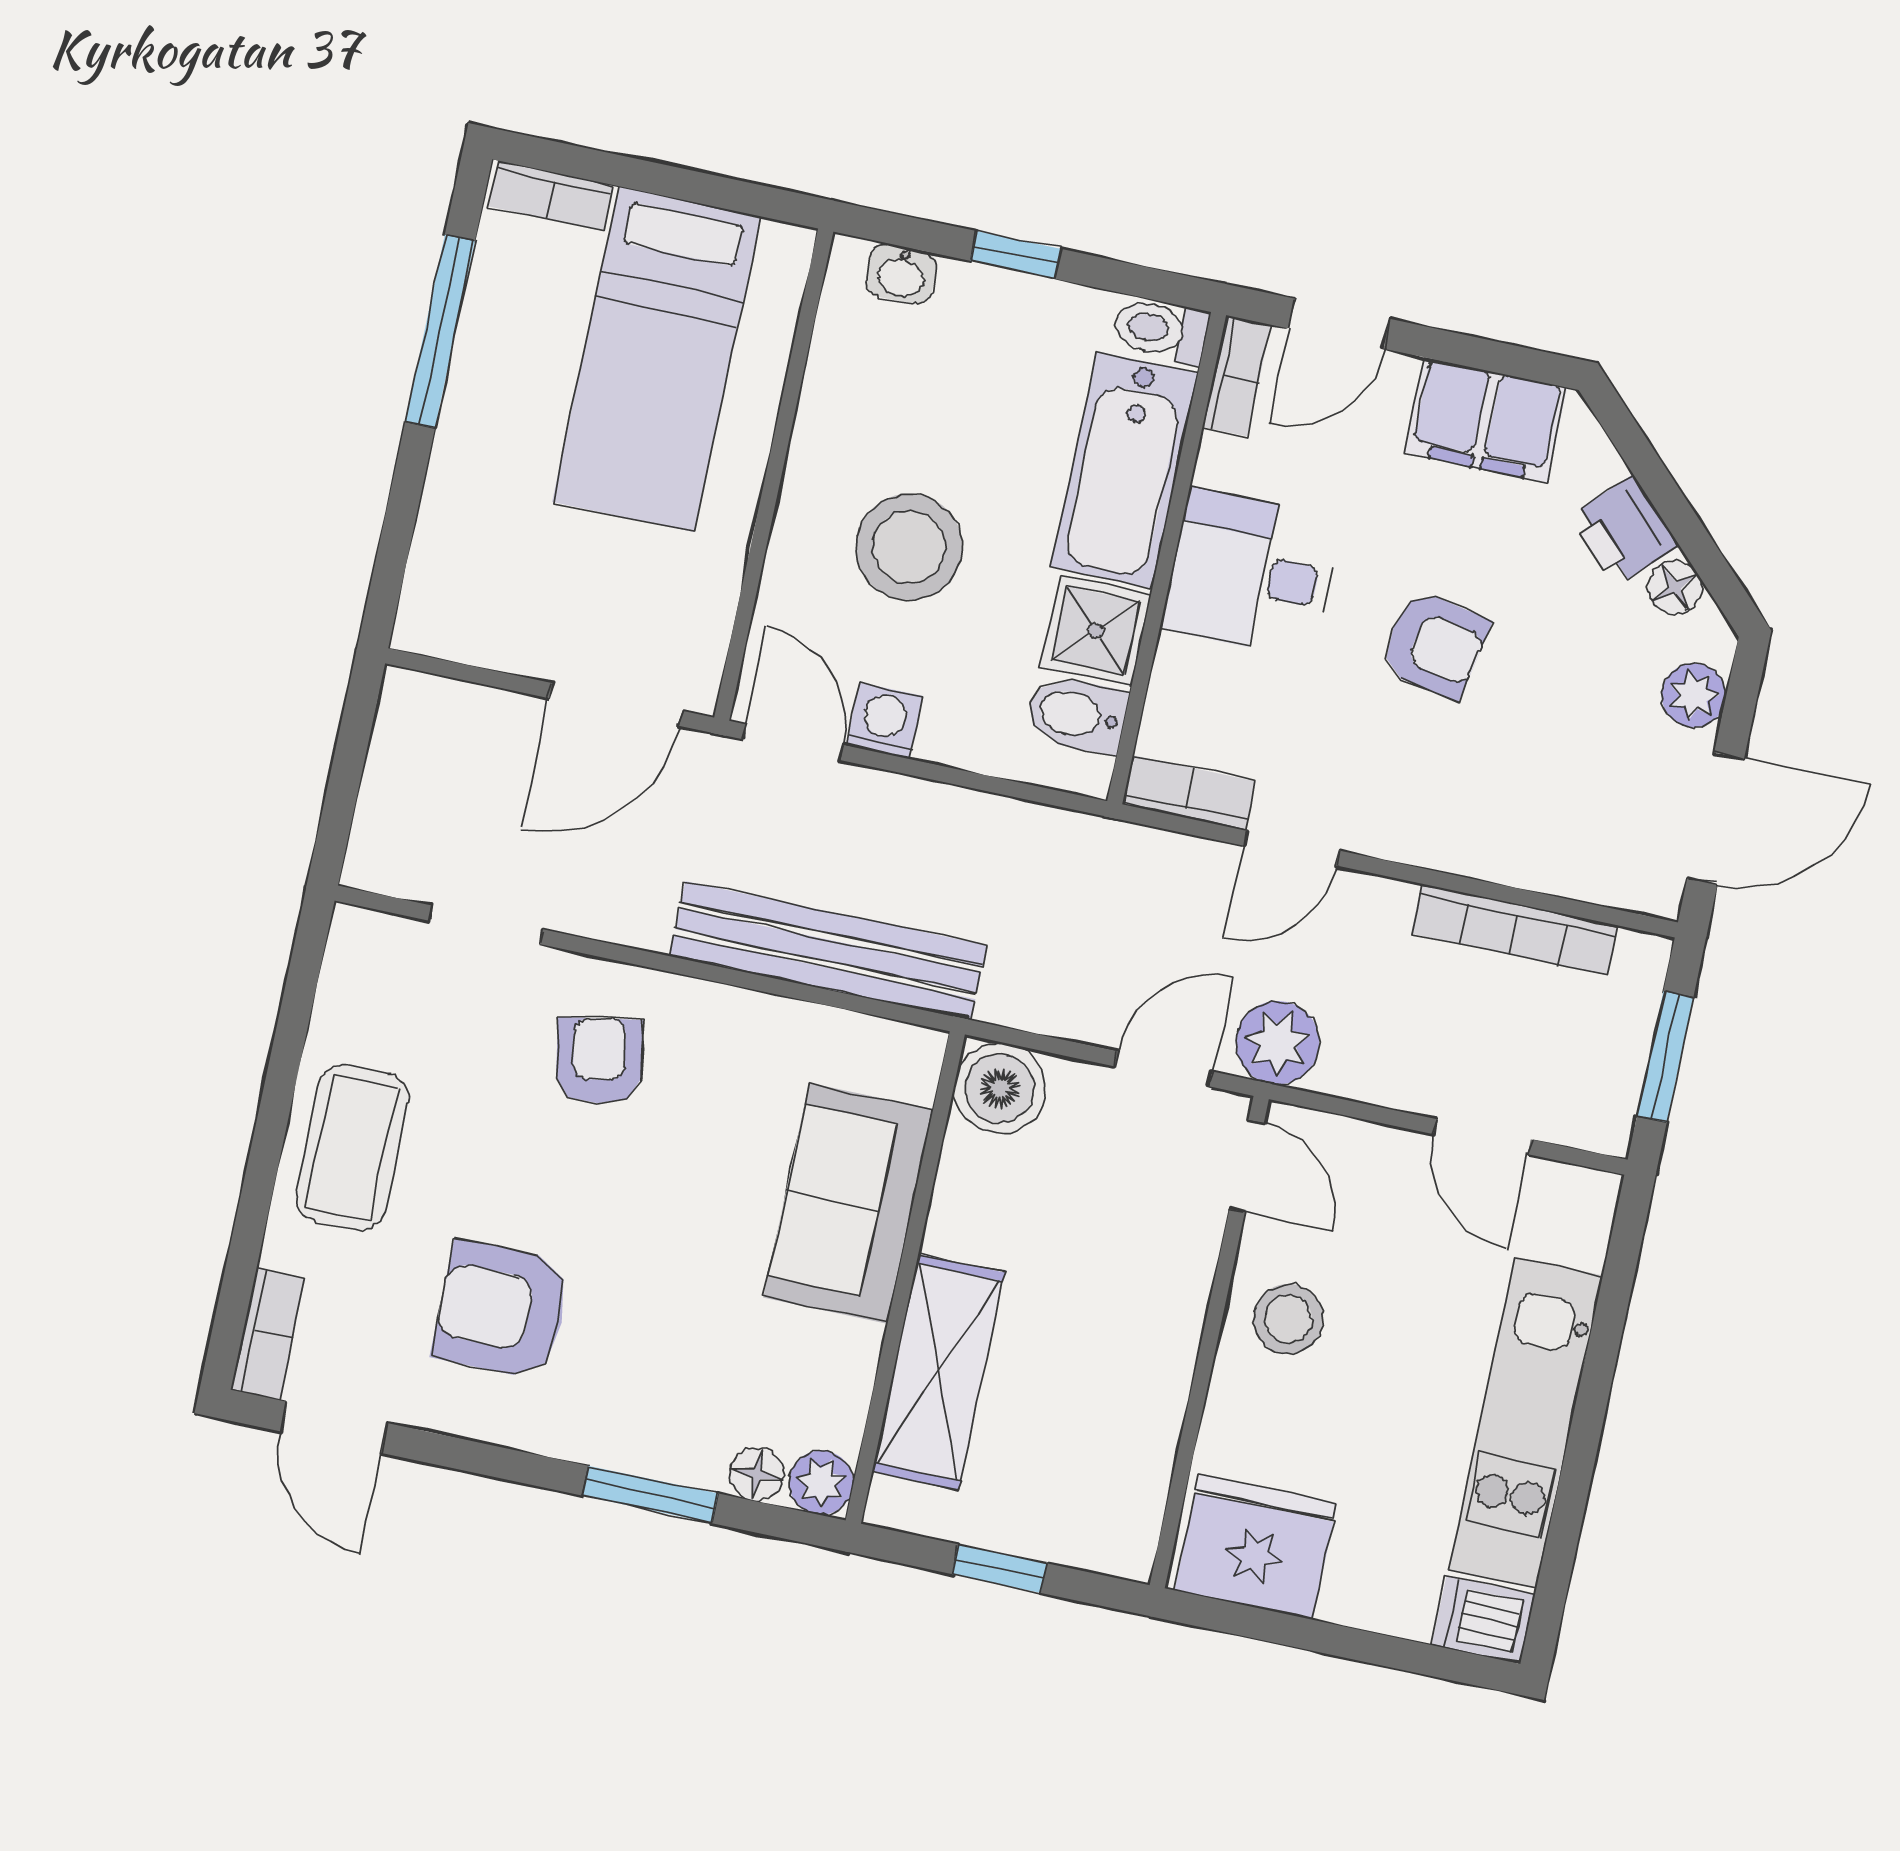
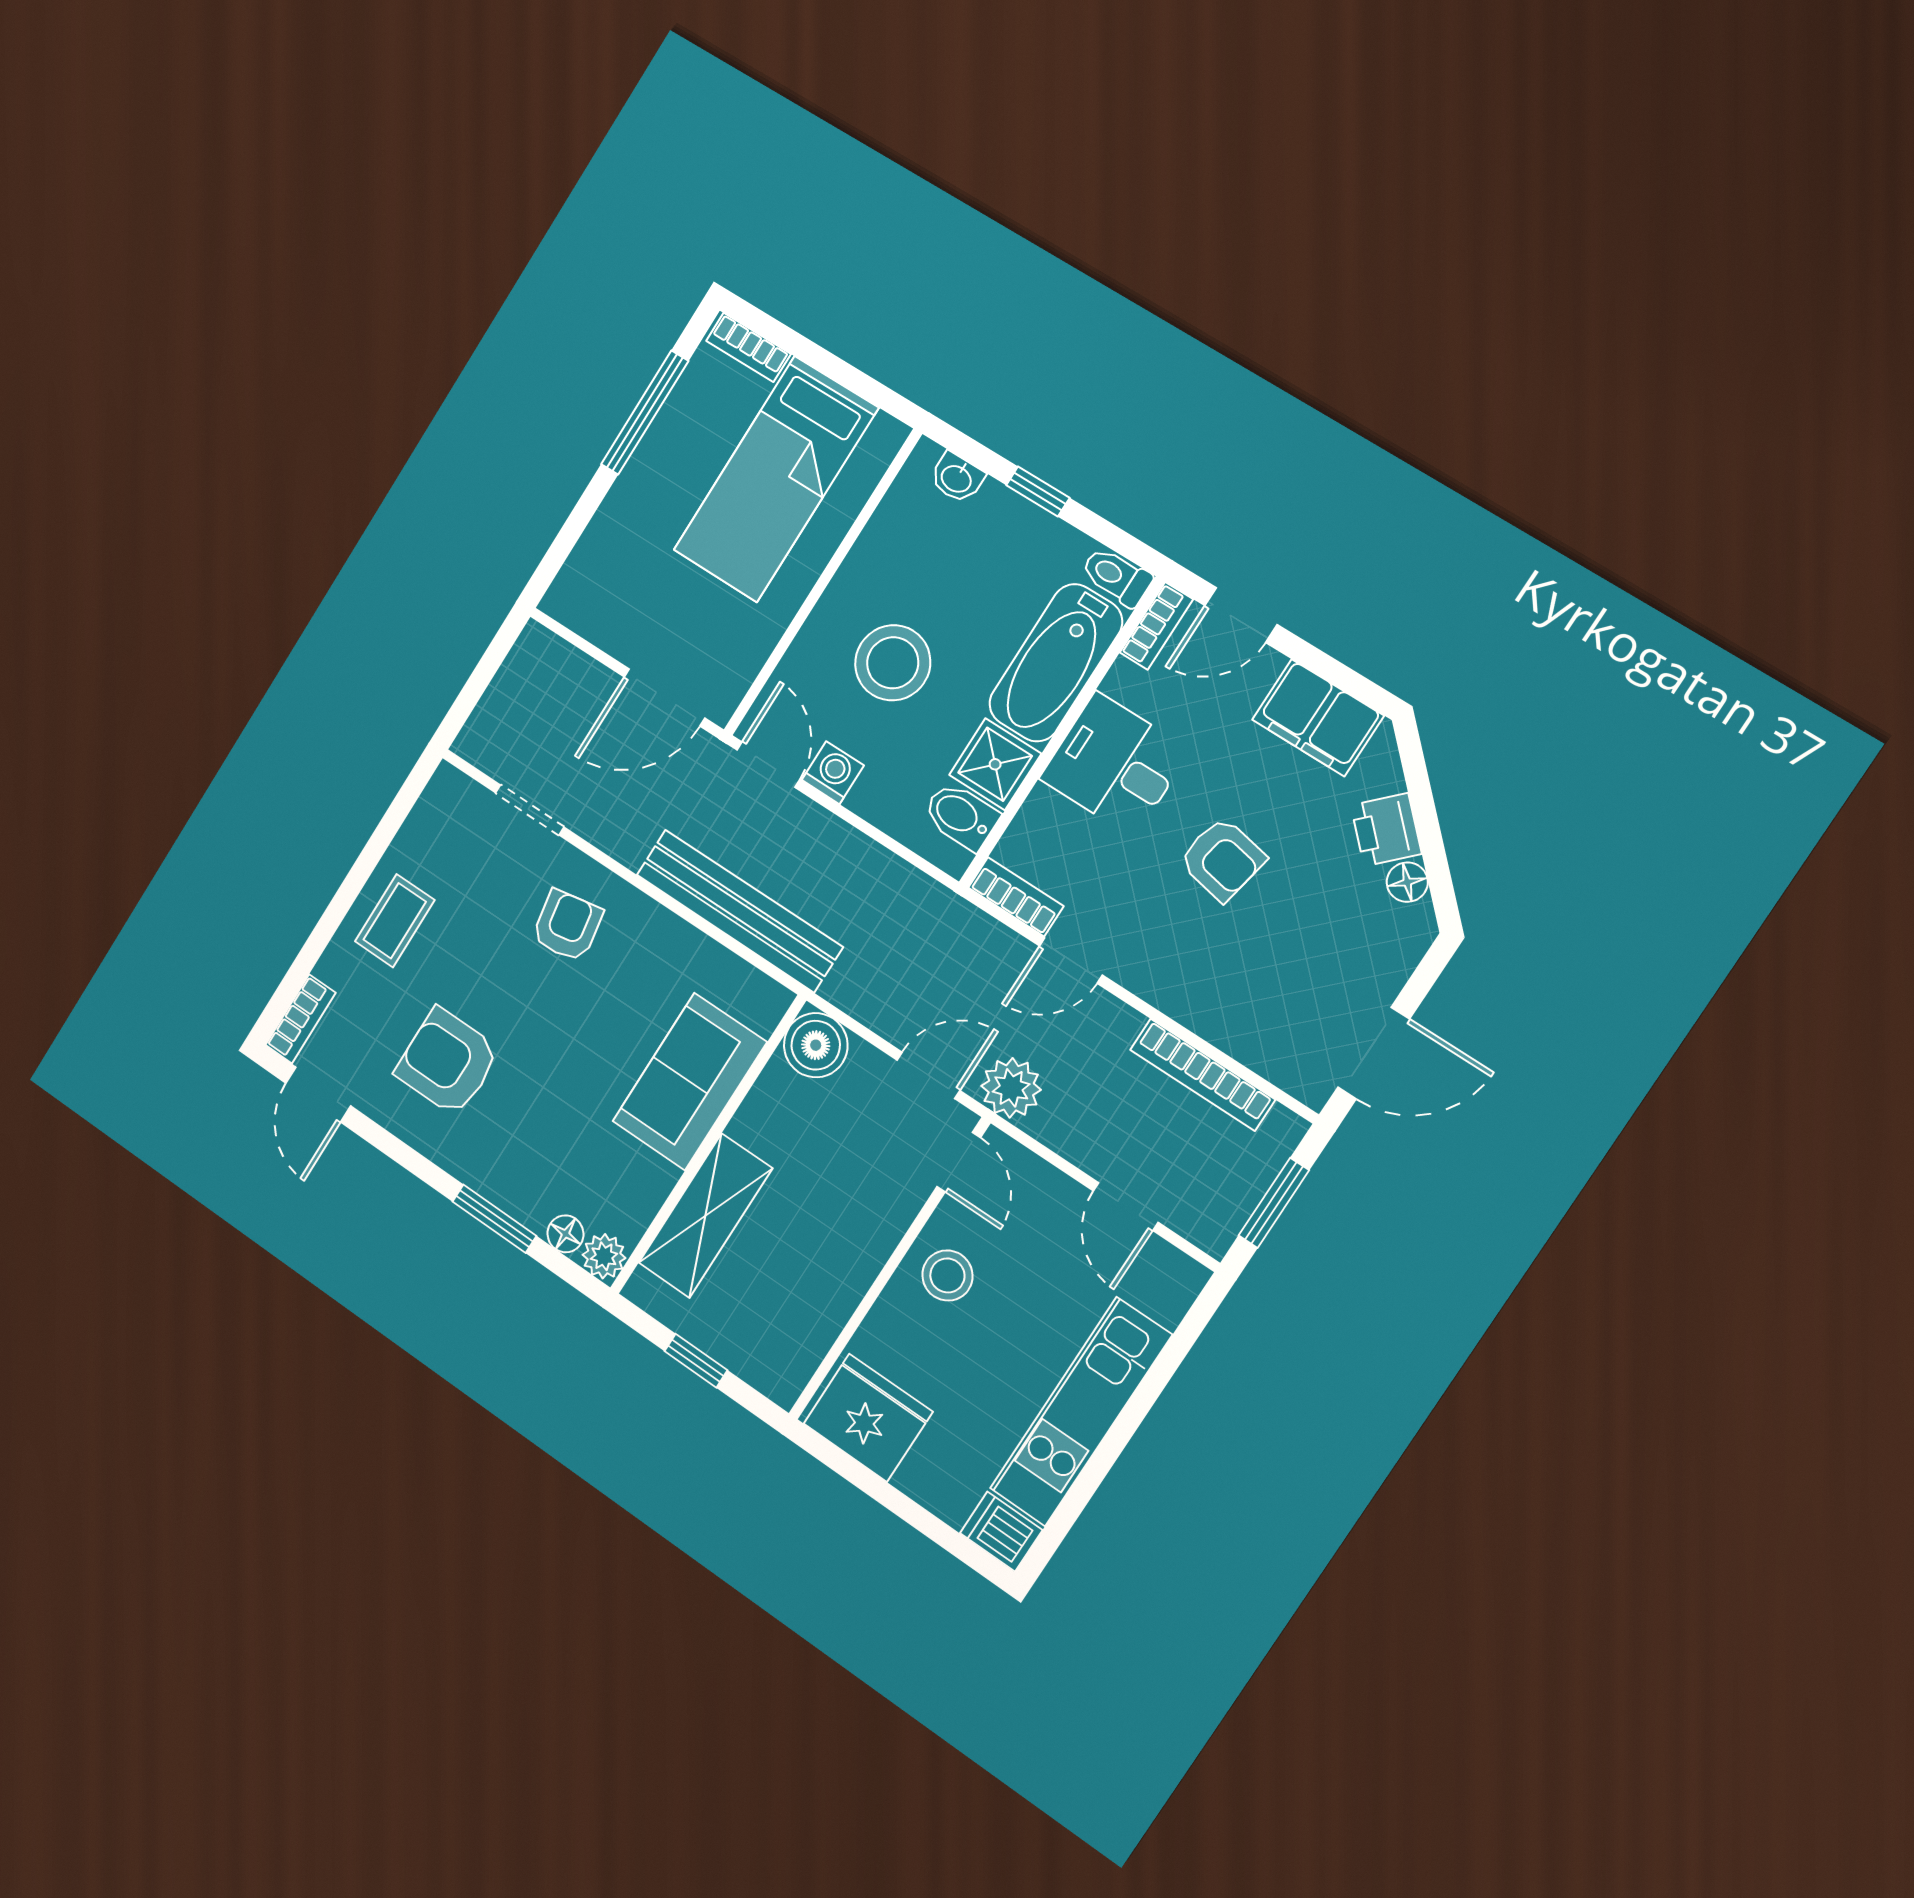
plant: (1694, 695) -> (1391, 962), removed
coffee table: (352, 1147) -> (395, 921), width x0.73, depth x0.77

